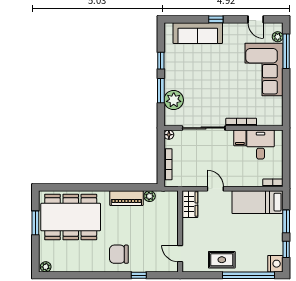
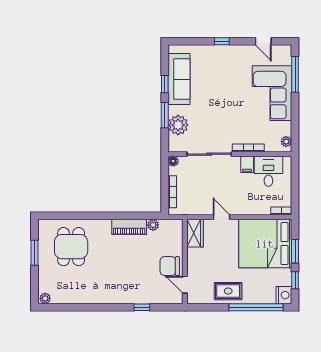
sofa: (198, 33) -> (179, 79), moved, turned -90
plant: (278, 37) -> (286, 142), moved
bed: (257, 202) -> (265, 244), width x2.04
dining table: (71, 217) -> (71, 247), width x0.53, depth x0.80
chair: (119, 254) -> (170, 266), moved

